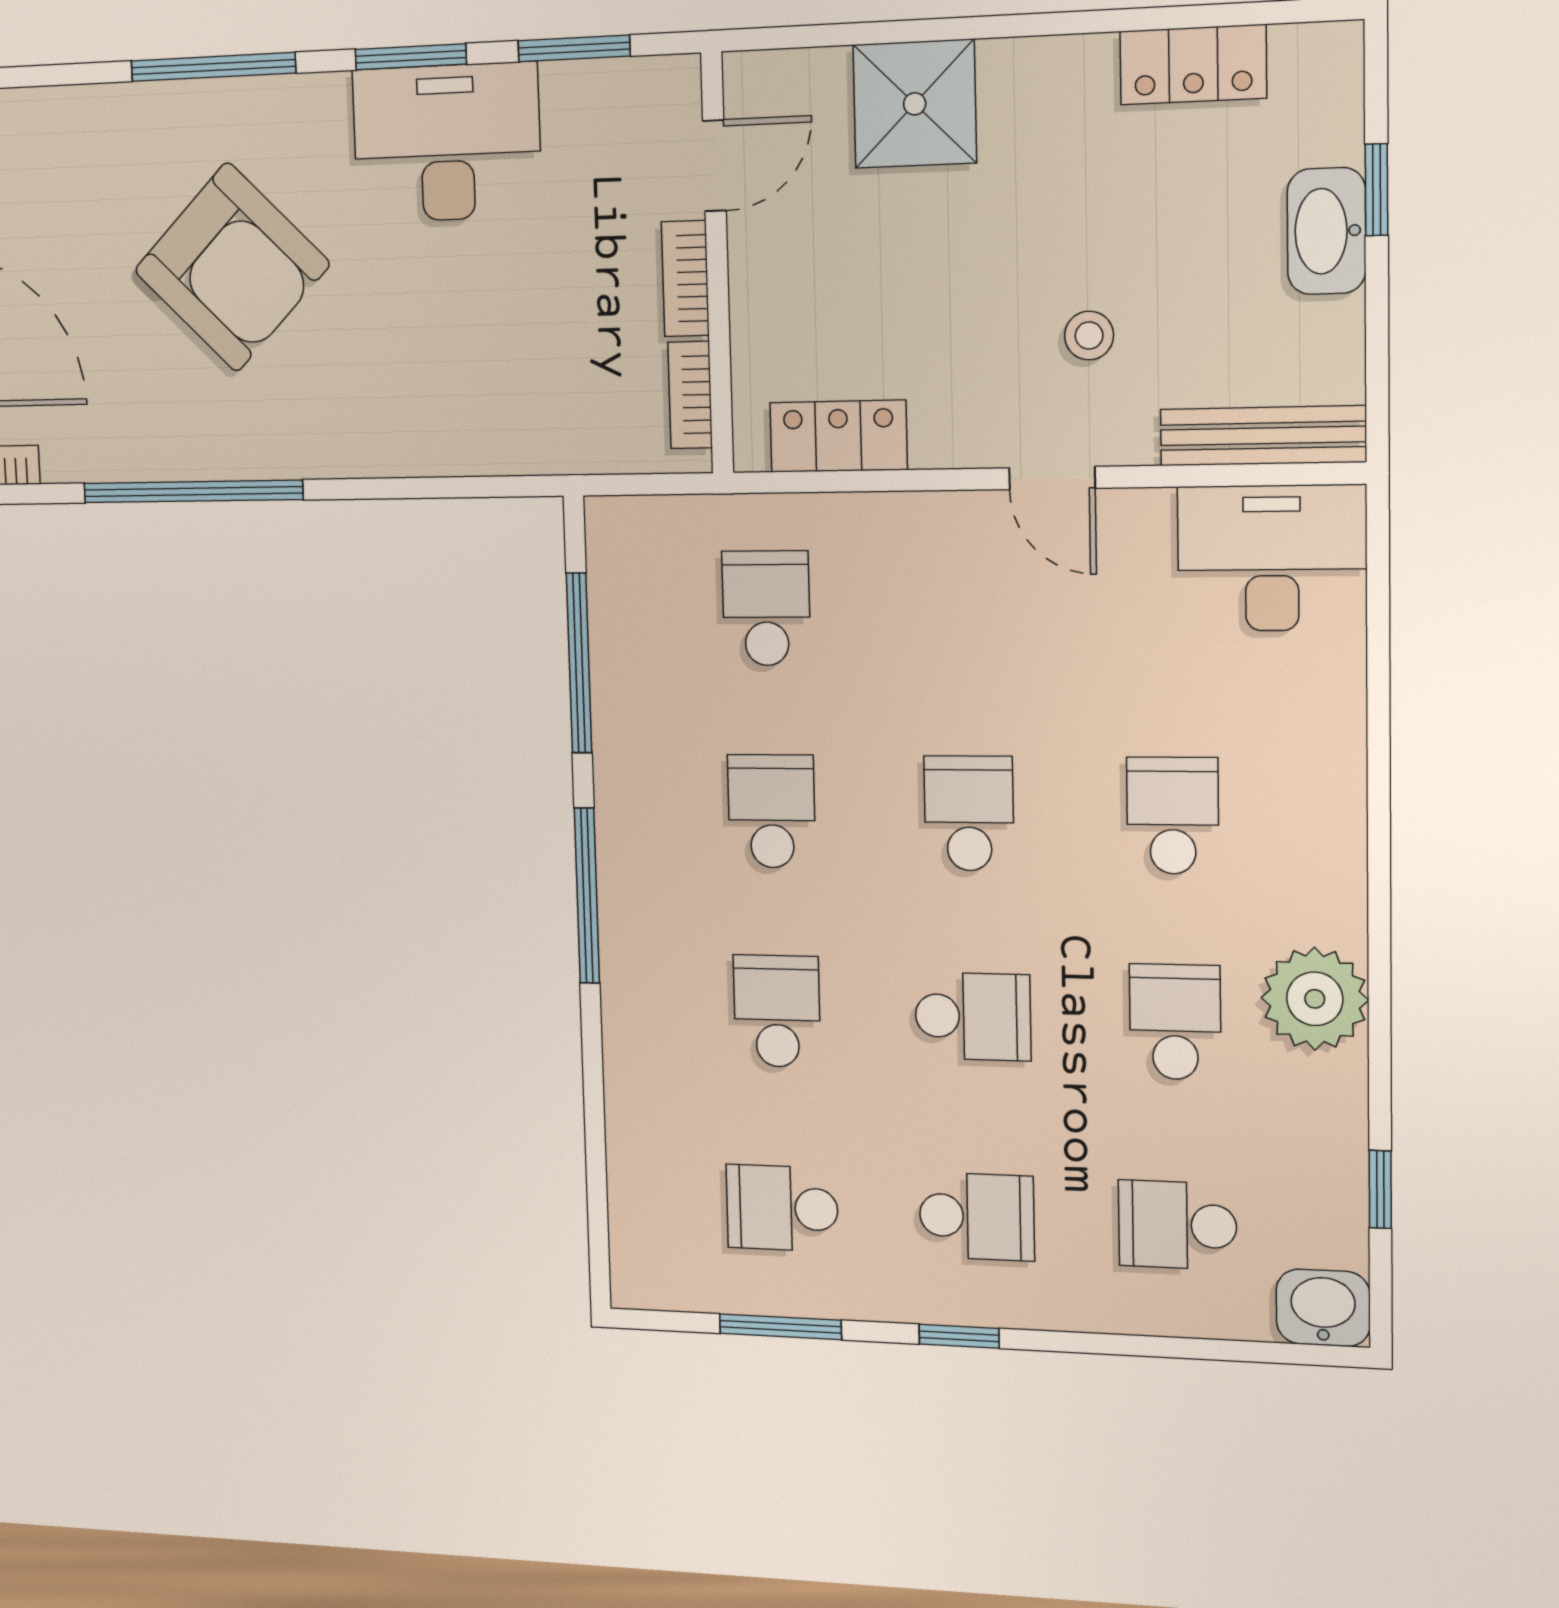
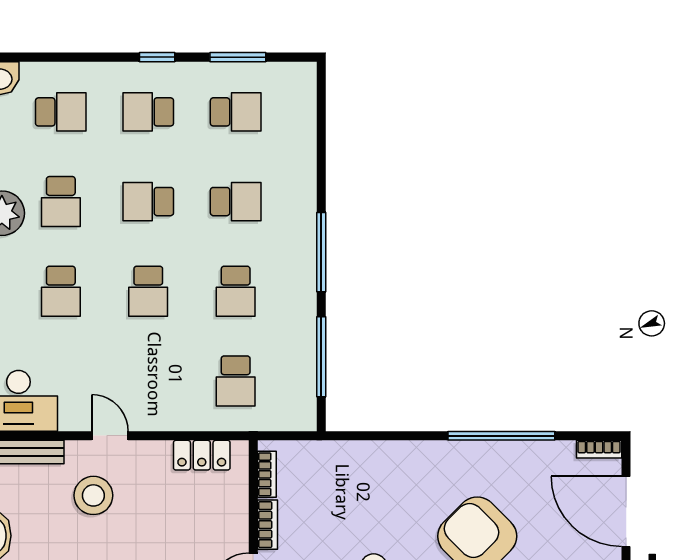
stool: (1089, 336) -> (93, 495), width x1.89, depth x1.89
school desk: (777, 1011) -> (236, 202), turned -90

